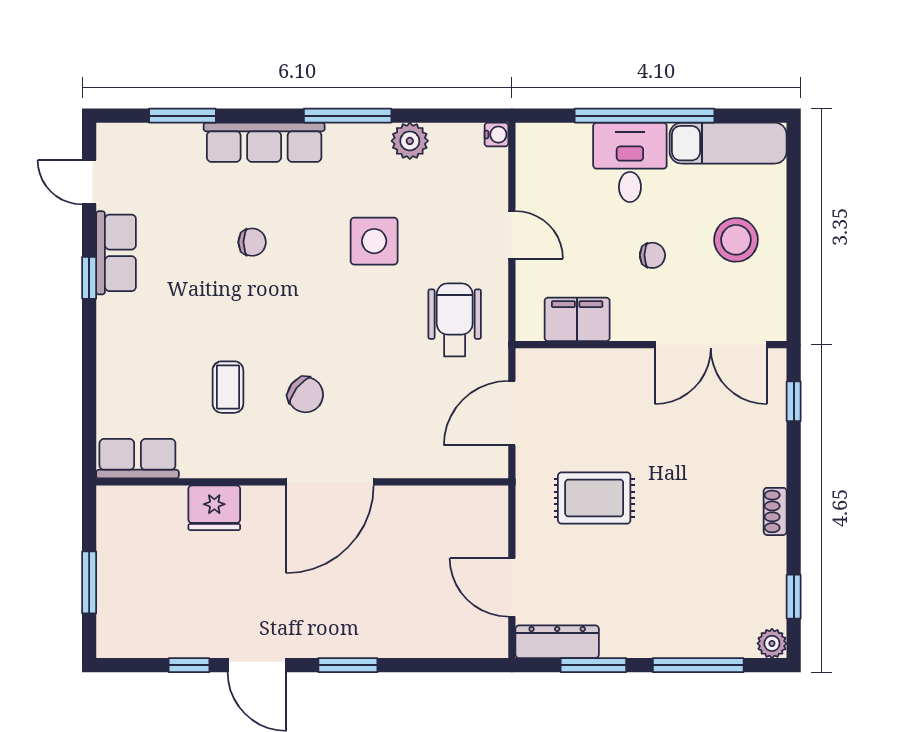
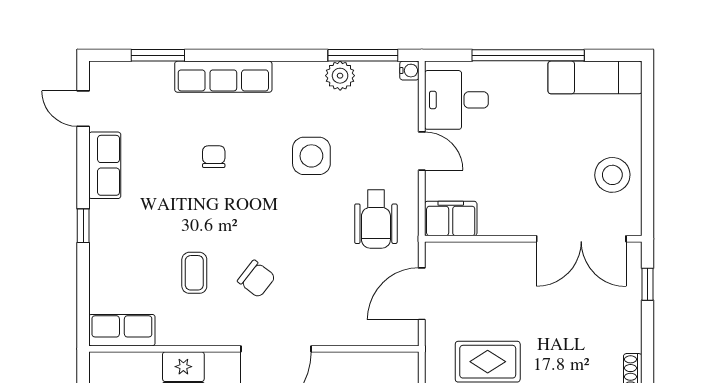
window: (348, 116) -> (363, 55), moved
desk: (630, 162) -> (456, 100), moved, turned -90
stool: (736, 240) -> (612, 175), moved
chair: (252, 242) -> (214, 157), turned -90
chair: (652, 255) -> (534, 167), removed
window: (89, 278) -> (83, 226), moved
filing cabinet: (577, 319) -> (451, 219), moved
wheelchair: (455, 320) -> (376, 219), turned 180

